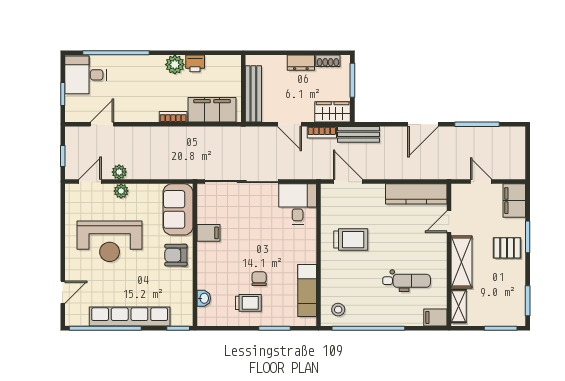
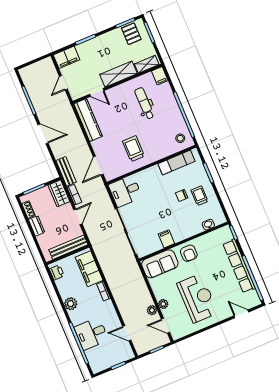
printer: (195, 63) -> (57, 272), moved
desk: (85, 75) -> (91, 334), moved, turned 90
pallet: (507, 248) -> (131, 34), moved

